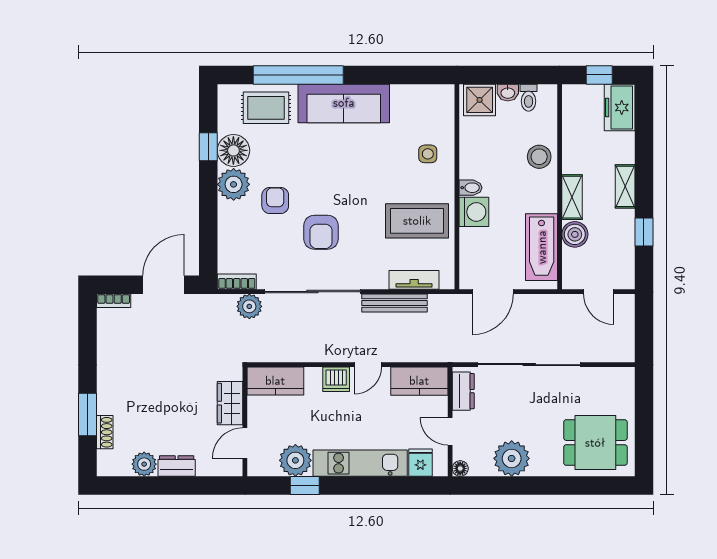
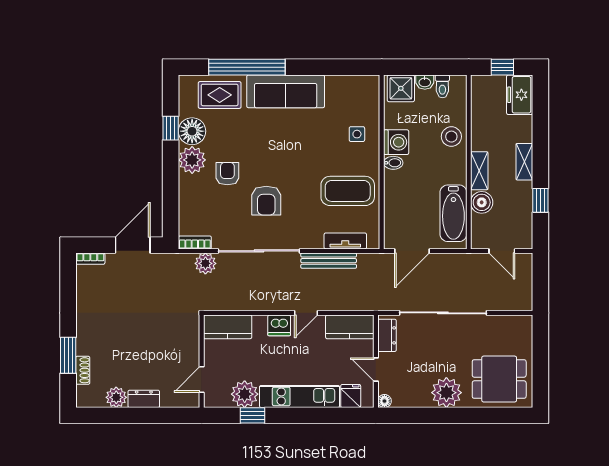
washing machine: (474, 212) -> (396, 142), moved
wardrobe: (230, 403) -> (189, 346), removed
plant: (512, 458) -> (446, 393), moved

